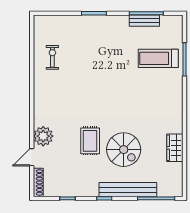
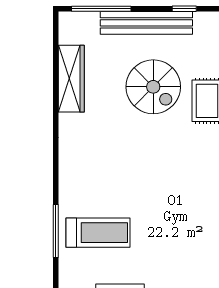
wardrobe: (175, 148) -> (71, 79), width x1.50
spiral stairs: (124, 150) -> (153, 87), turned 180

